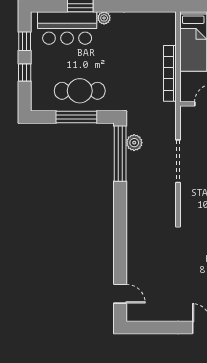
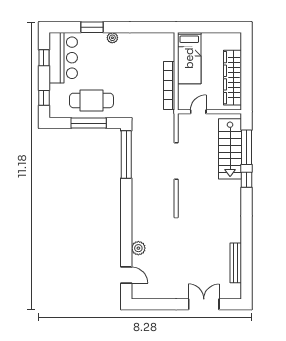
bar counter: (67, 28) -> (63, 58), moved, turned -90
window: (25, 72) -> (44, 98), moved
plant: (134, 143) -> (138, 248), moved

